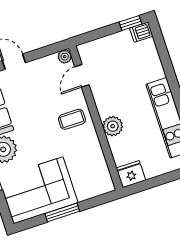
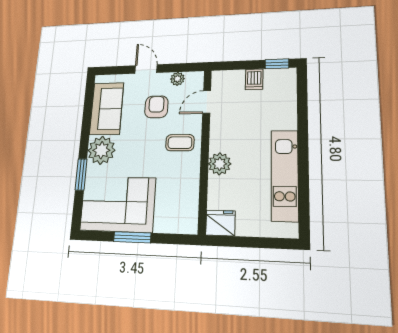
dishwasher: (141, 32) -> (254, 79), moved, turned -90
plant: (65, 57) -> (177, 79), moved
armchair: (38, 94) -> (156, 107), added

